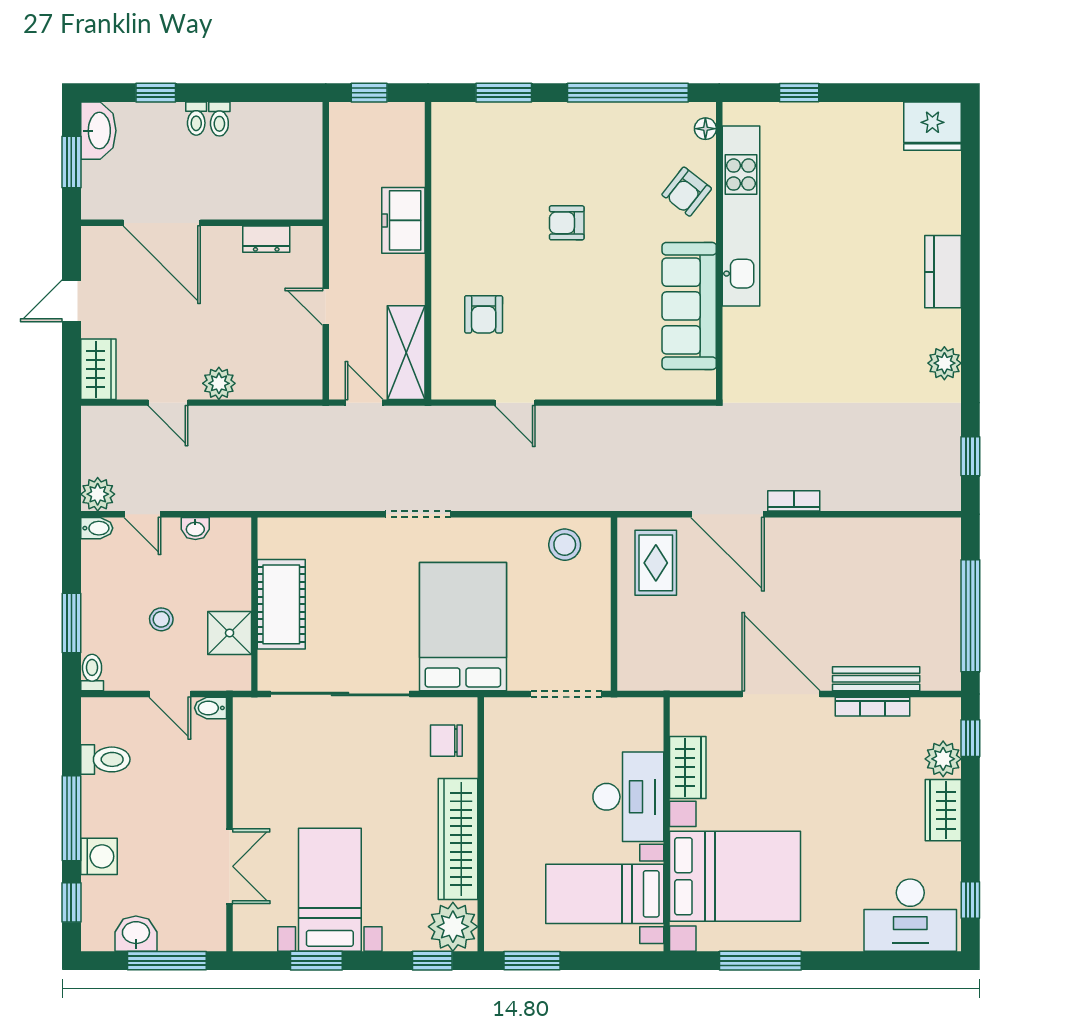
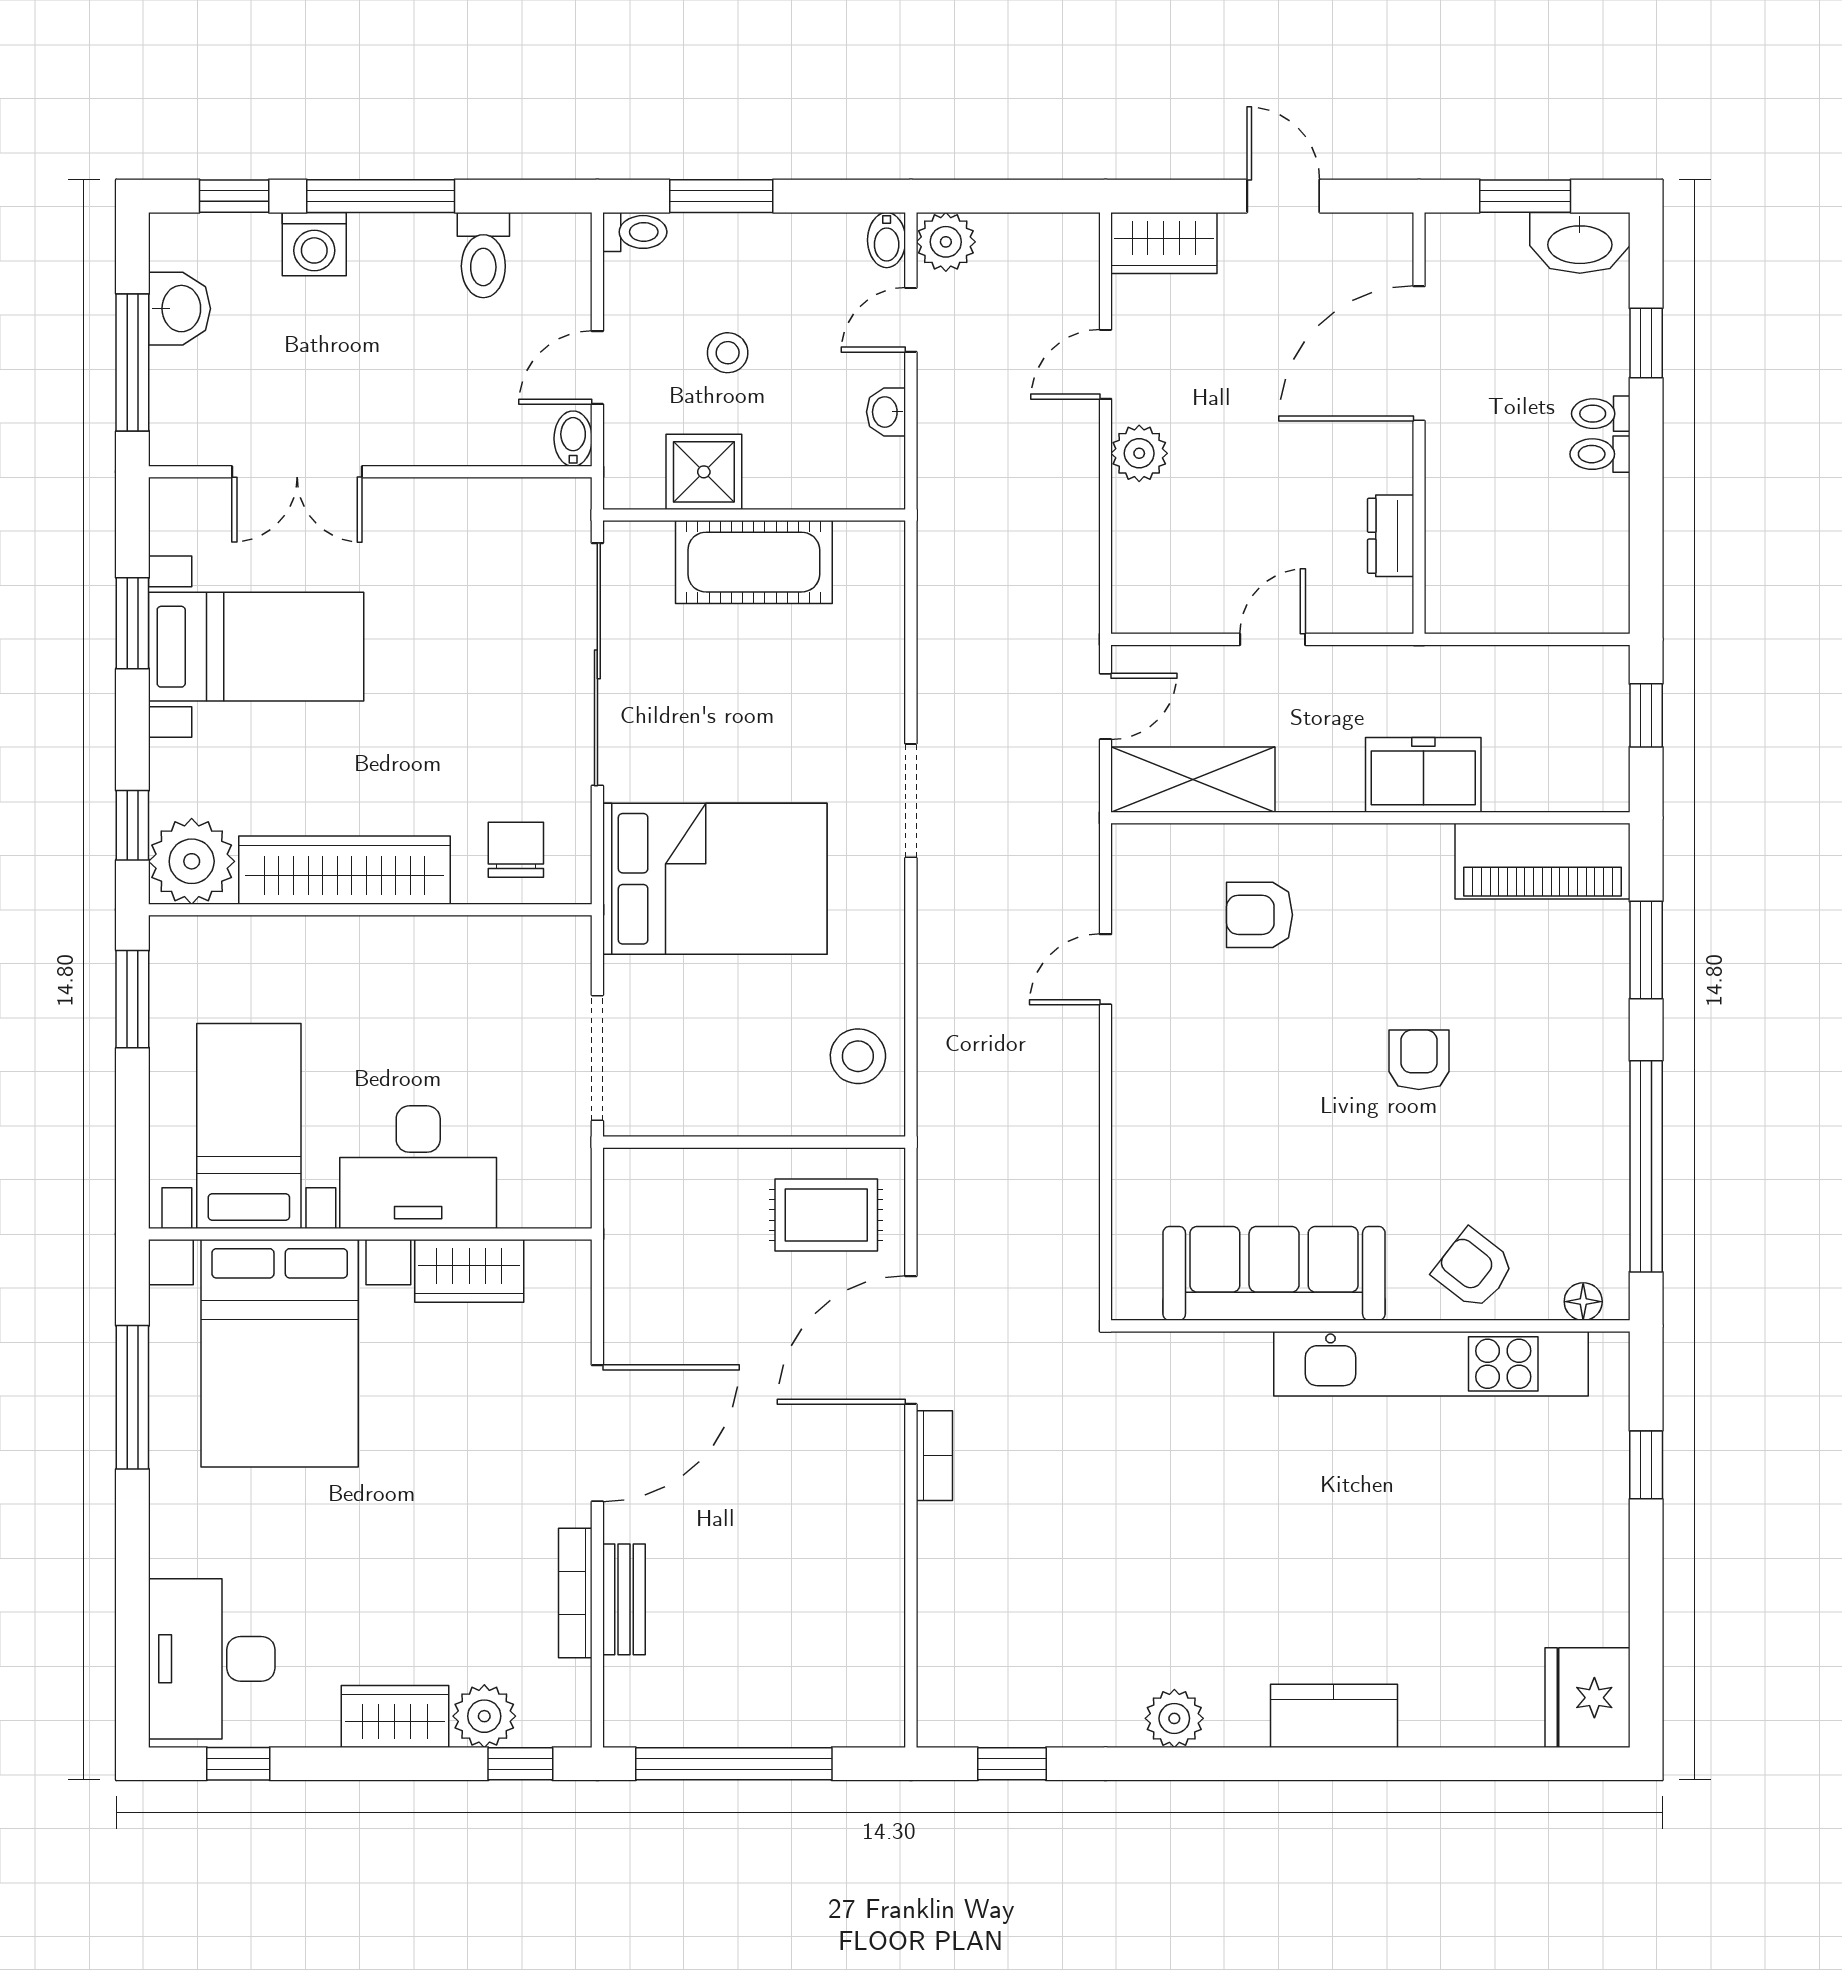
piano: (453, 152) -> (1542, 861), added
bench: (876, 679) -> (624, 1599), width x0.73

